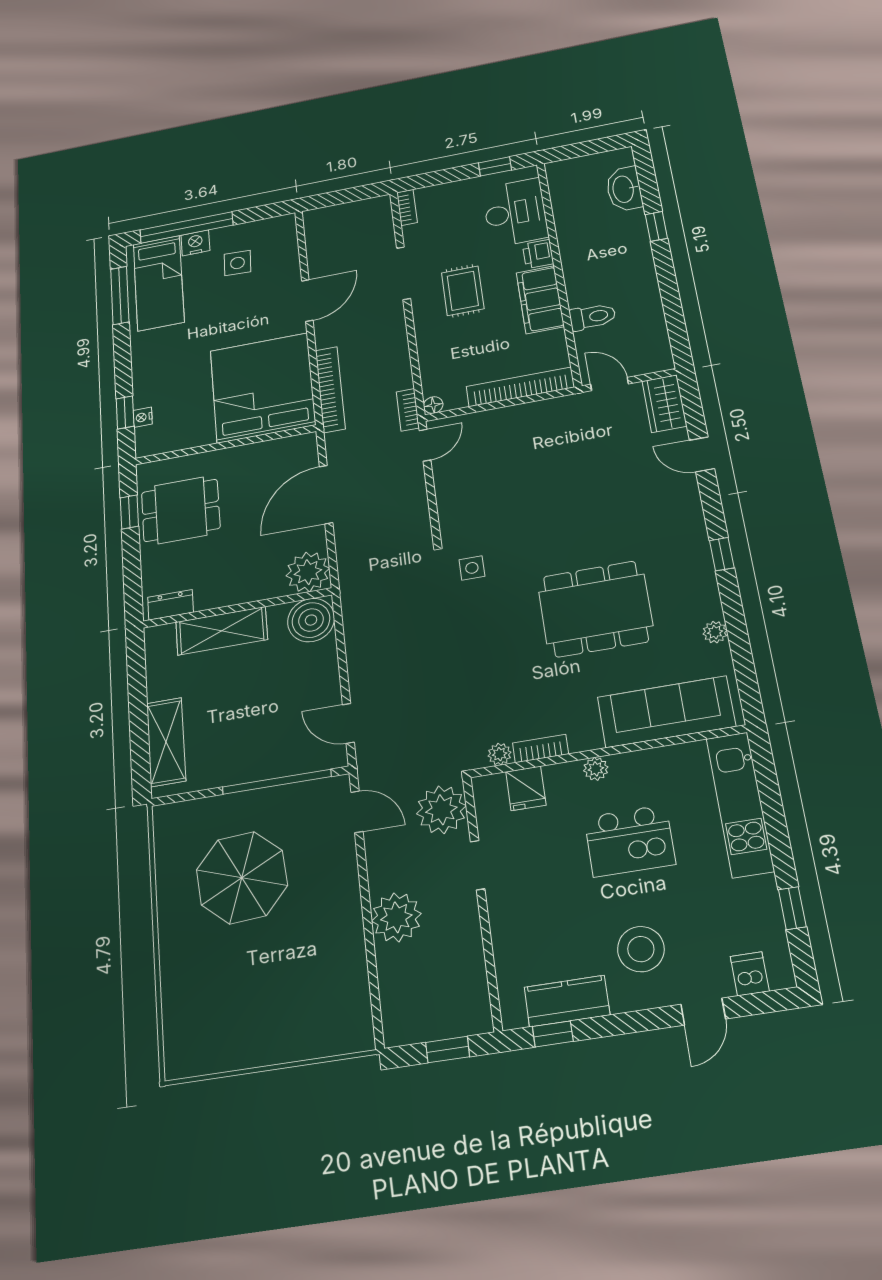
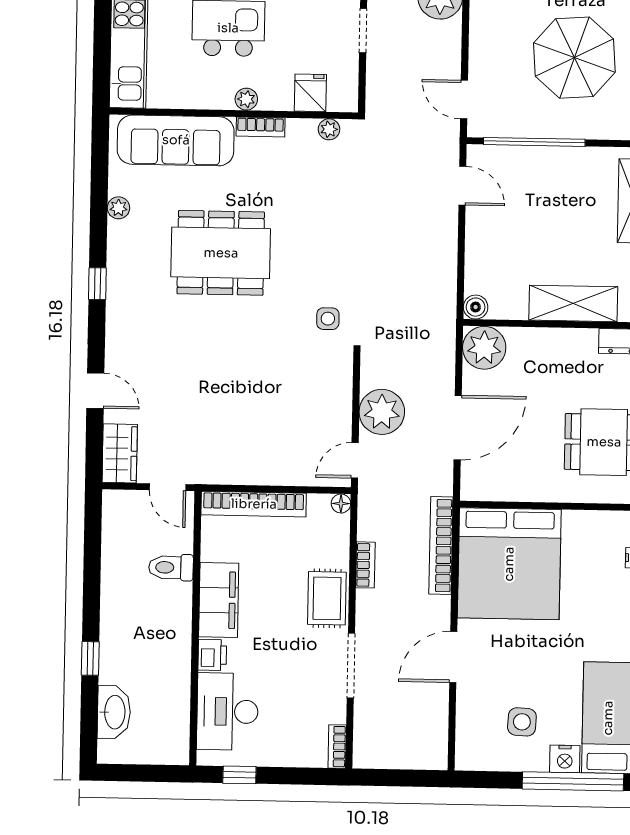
rug: (463, 291) -> (327, 598), moved
bookcase: (408, 410) -> (365, 565), moved
boiler: (311, 620) -> (476, 307), width x0.54, depth x0.54
bookcase: (540, 748) -> (261, 127), moved
plant: (441, 810) -> (382, 412), moved

